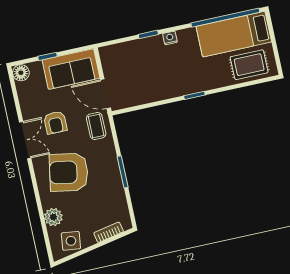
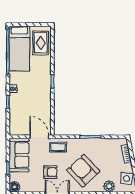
door: (106, 94) -> (39, 137), swing flipped
armchair: (69, 172) -> (83, 171), turned 127

